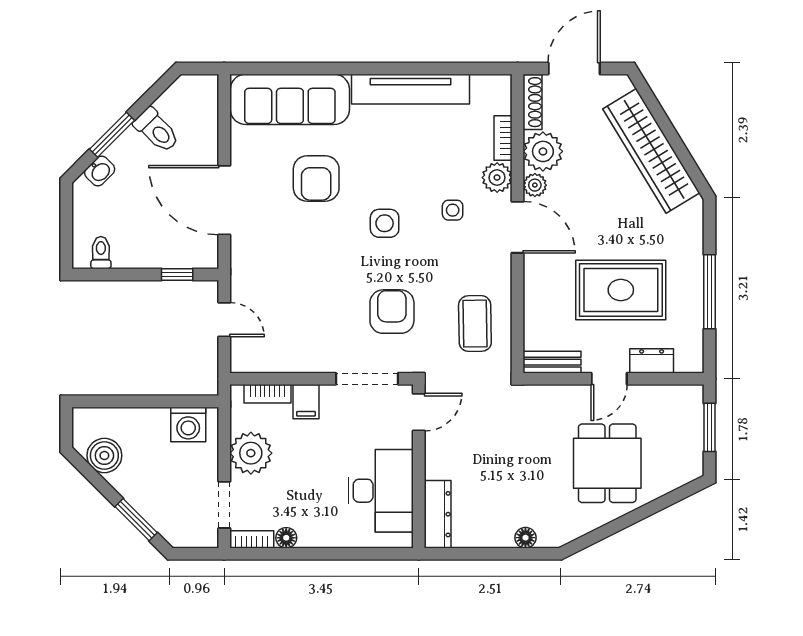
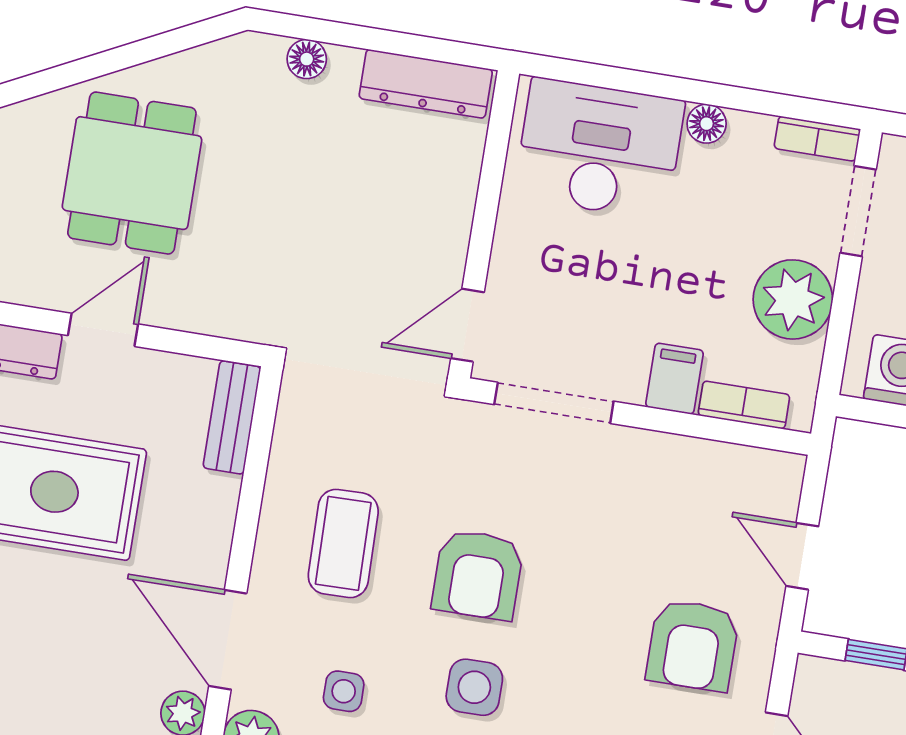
armchair: (274, 264) -> (693, 645), added
armchair: (392, 312) -> (478, 575), moved
coffee table: (475, 324) -> (343, 543), moved
bench: (552, 362) -> (232, 417), moved, turned 90
desk: (381, 491) -> (599, 149), moved, turned 90
dresser: (438, 514) -> (426, 84), moved, turned -90
floor lamp: (286, 538) -> (707, 124), moved

